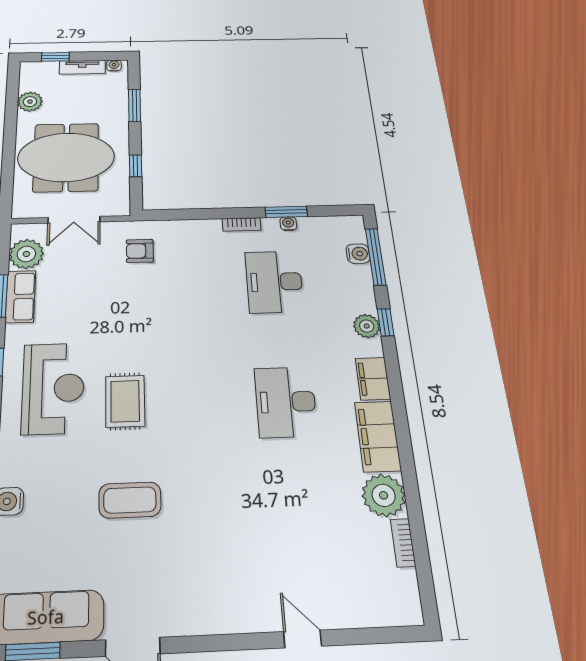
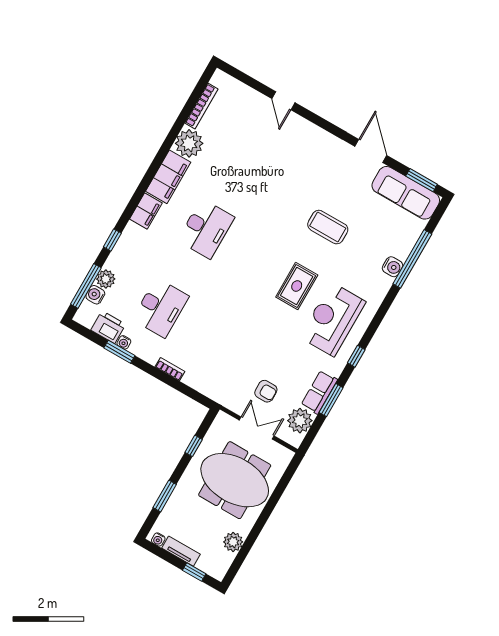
bookcase: (241, 224) -> (170, 369), moved
printer: (318, 229) -> (108, 327), added
armchair: (140, 251) -> (266, 391), moved
plant: (367, 326) -> (106, 279), moved
bookcase: (403, 543) -> (201, 106), width x1.56

